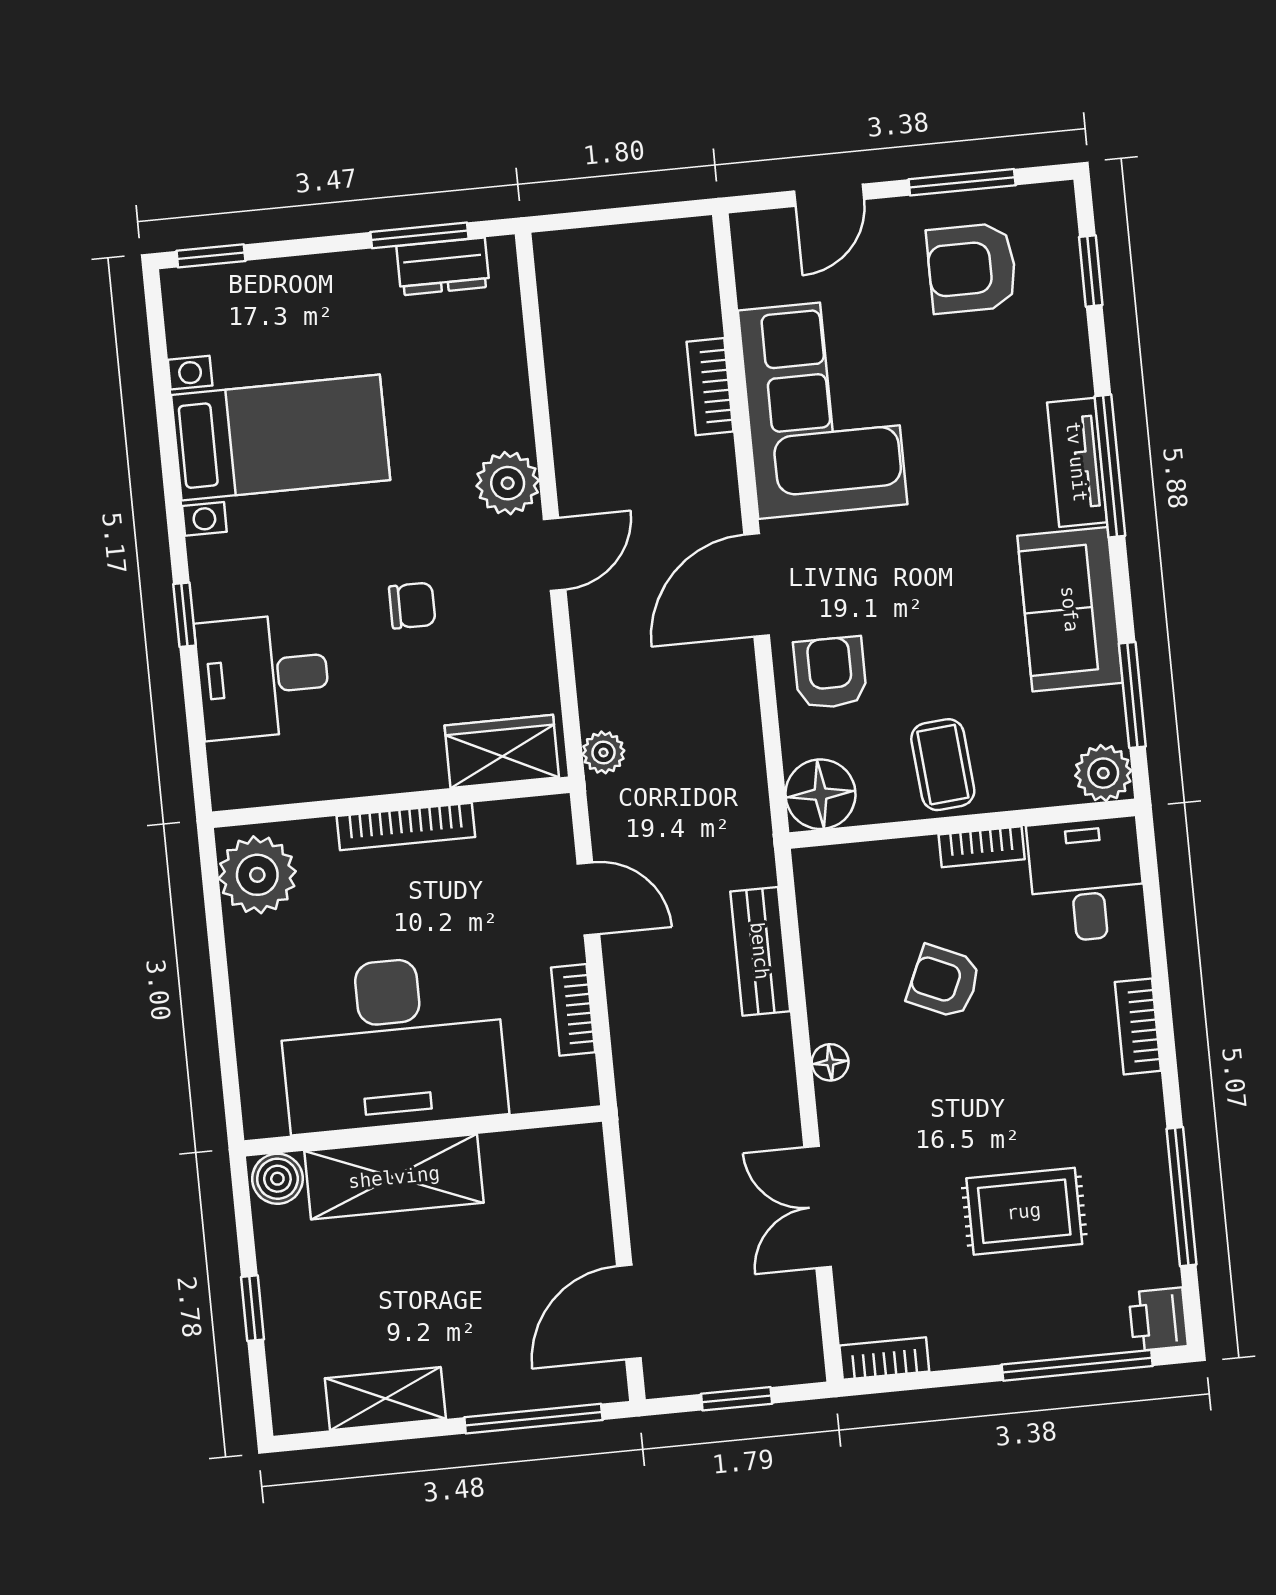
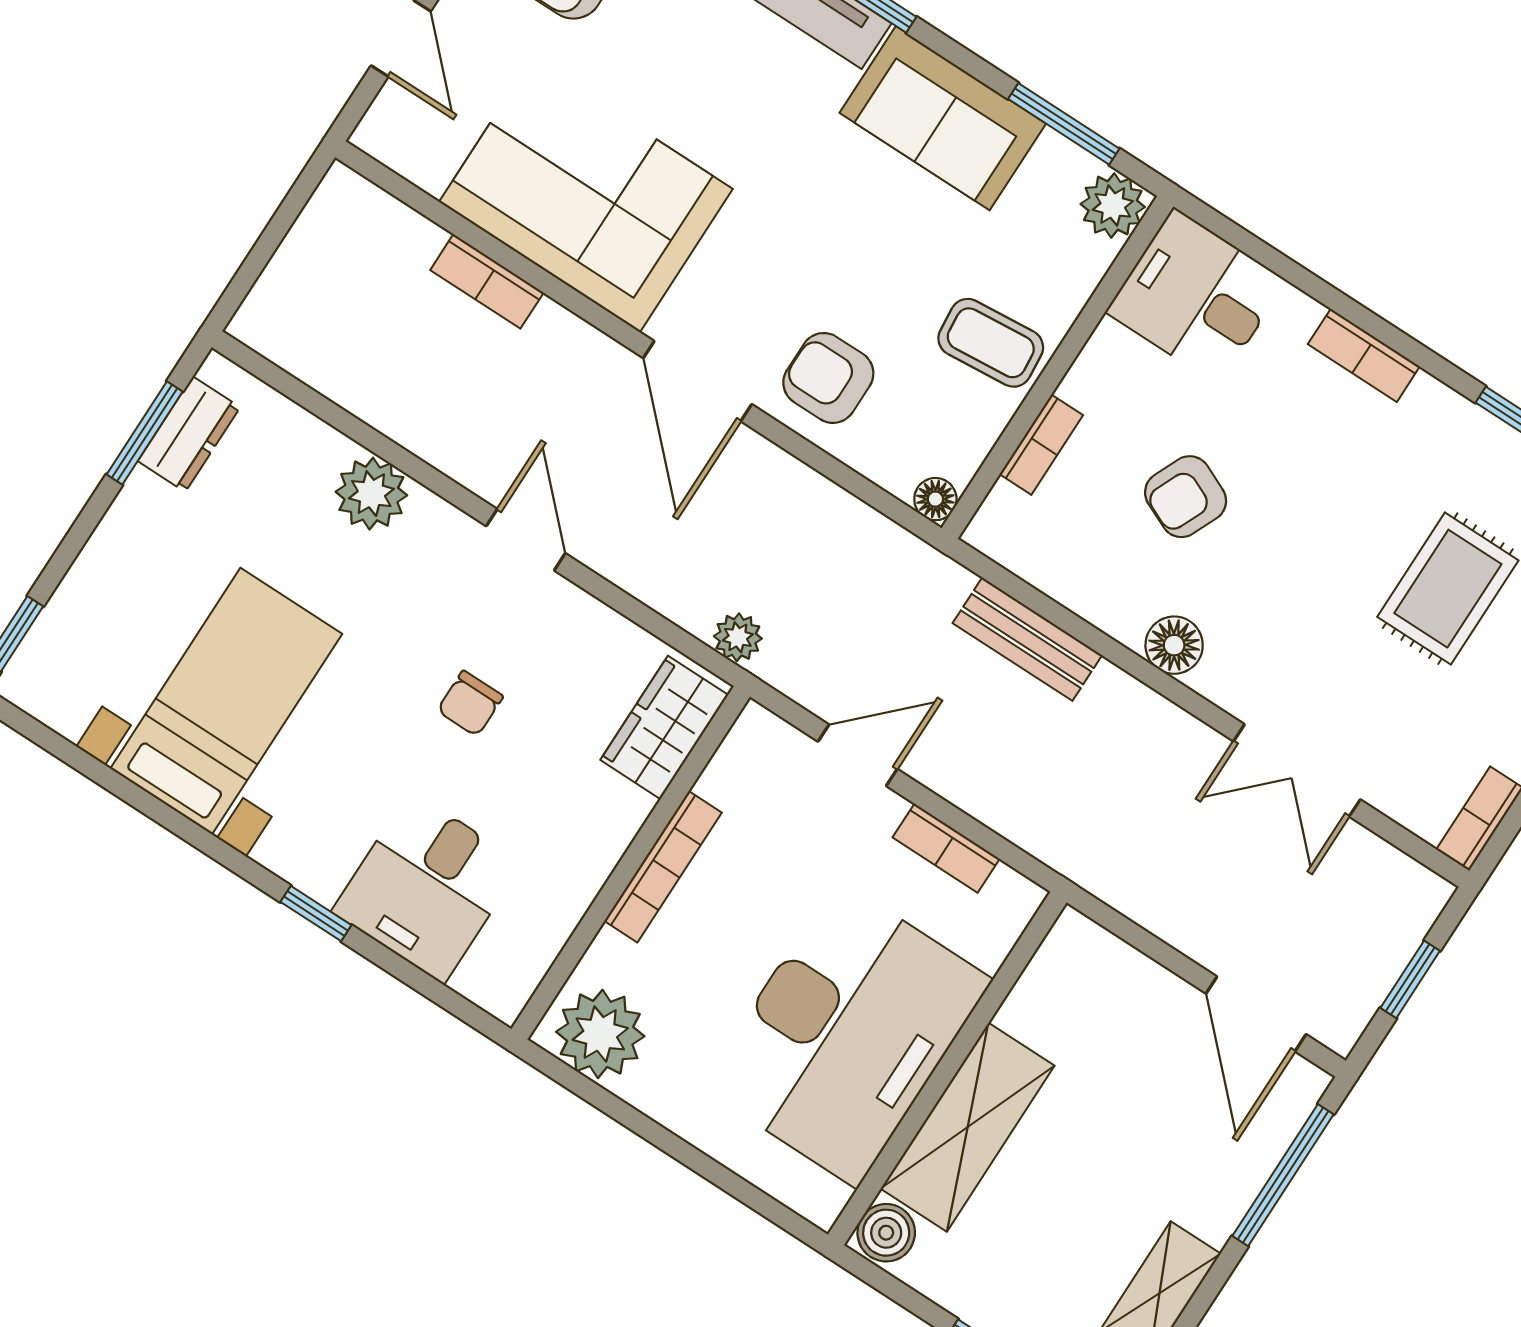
plant: (508, 483) -> (371, 494), moved
chair: (412, 606) -> (470, 703), turned 180
floor lamp: (820, 794) -> (935, 499), width x0.53, depth x0.53
bookcase: (982, 847) -> (1041, 445), moved
floor lamp: (830, 1062) -> (1174, 645), width x1.37, depth x1.37

